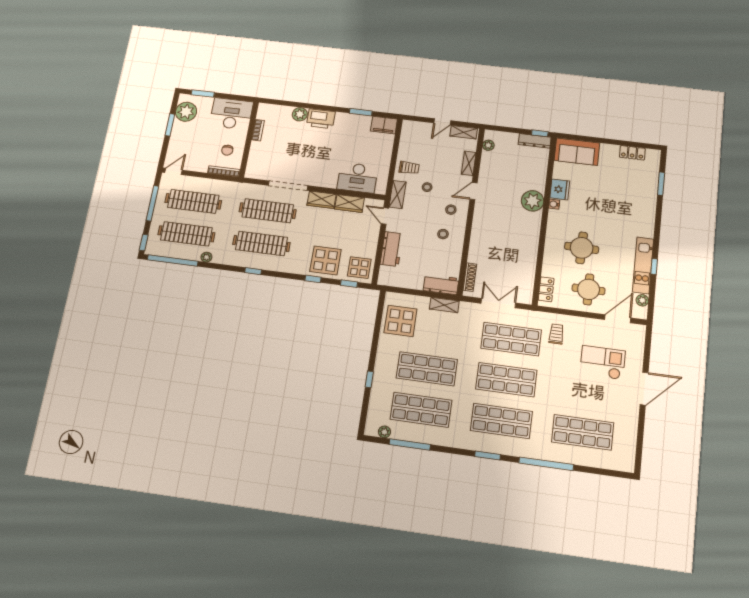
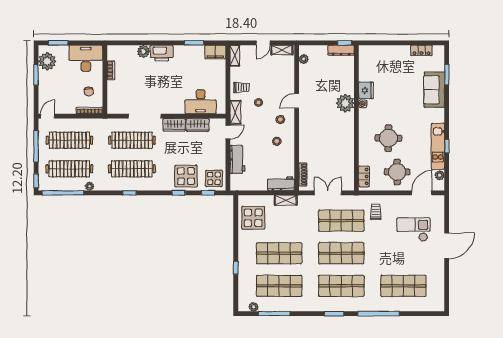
sofa: (577, 152) -> (434, 90), moved, turned 90
shelving: (469, 163) -> (235, 56), moved
door: (385, 216) -> (228, 132), swing flipped

